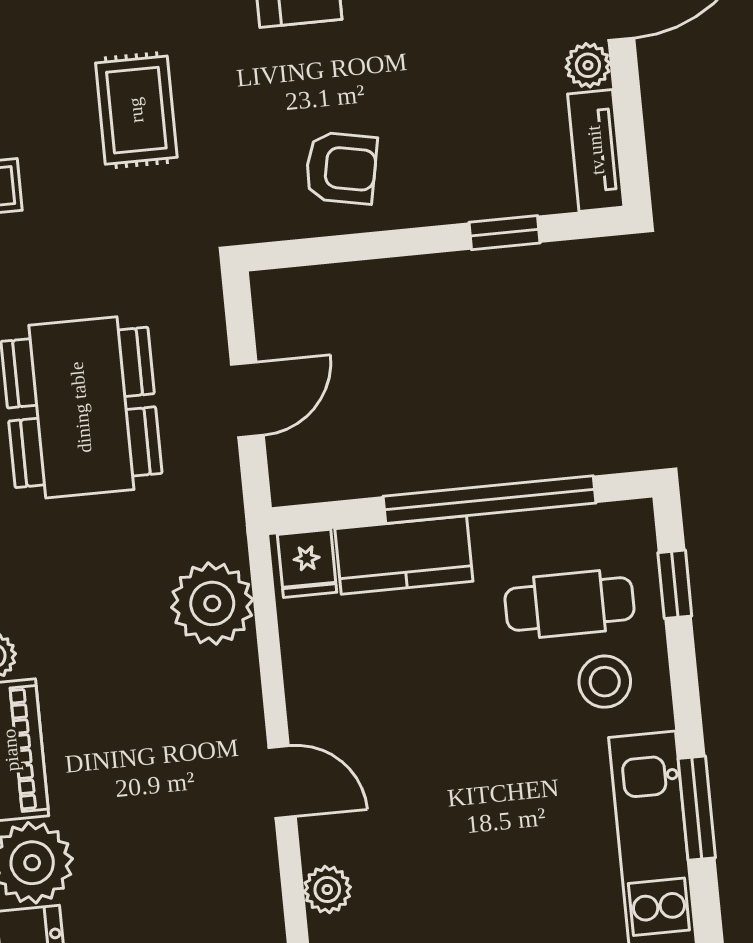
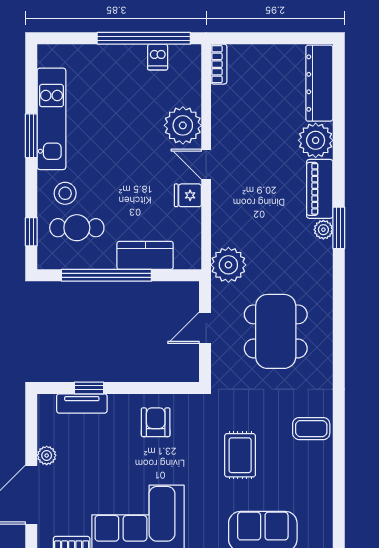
tv unit: (596, 150) -> (82, 403), moved, turned 90
armchair: (341, 168) -> (156, 422), turned 79
fridge: (307, 563) -> (188, 195), moved, turned -90
plant: (212, 603) -> (228, 265), moved
plant: (327, 890) -> (183, 125), width x1.87, depth x1.87

